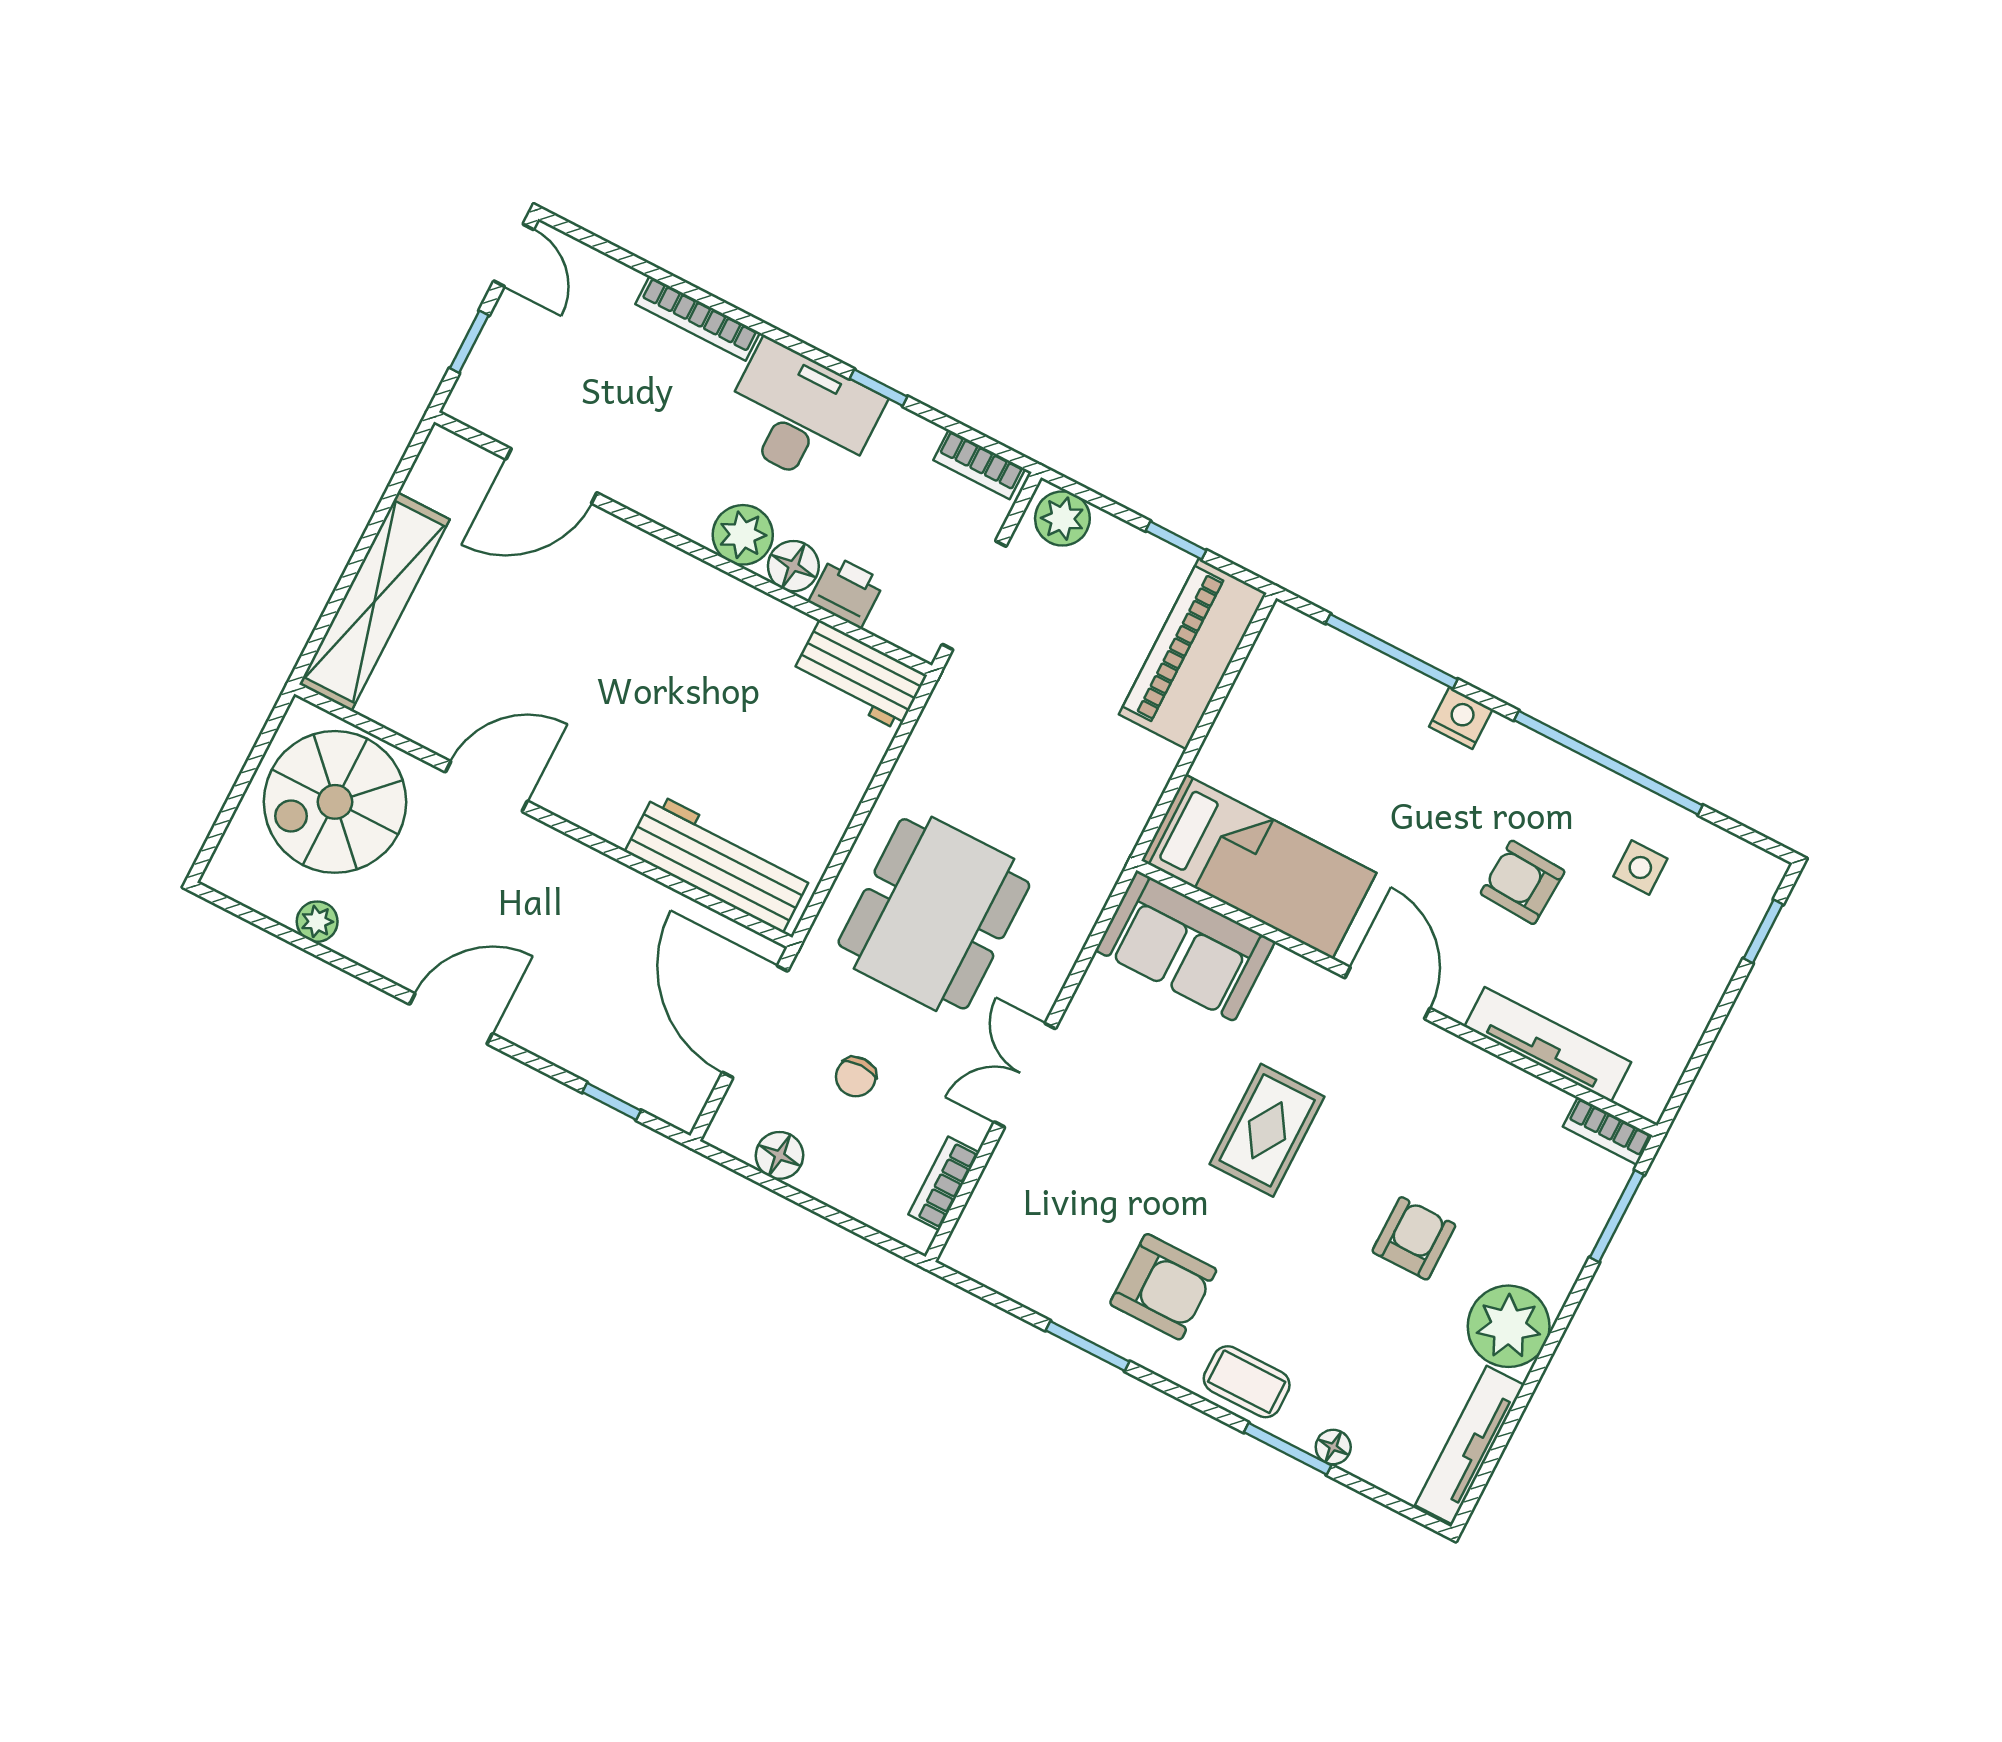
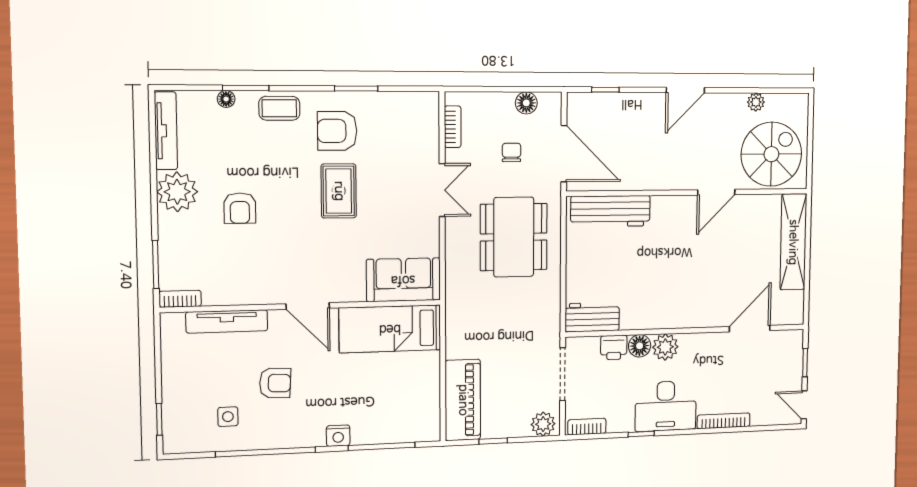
rug: (1267, 1130) -> (339, 191), moved

